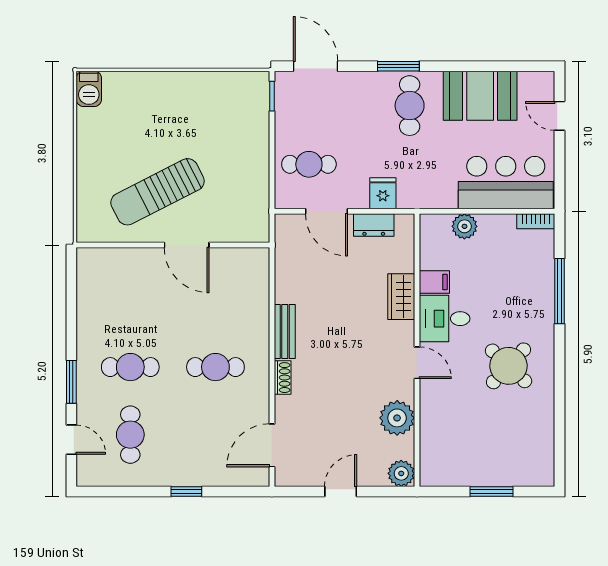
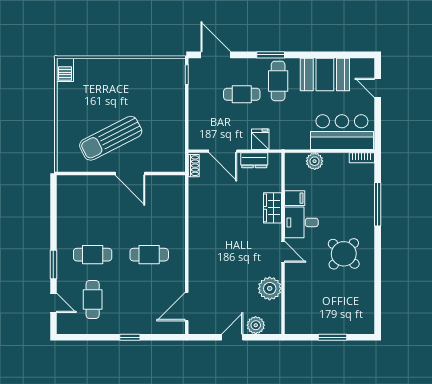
cafe table: (309, 164) -> (242, 94), moved
bench: (285, 332) -> (195, 231), removed
shoe rack: (283, 378) -> (194, 166), moved
plant: (401, 473) -> (256, 325), moved

